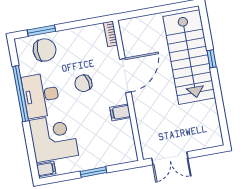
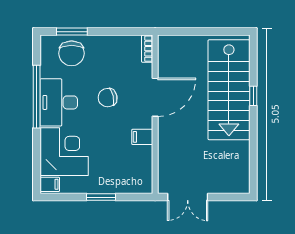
chair: (45, 50) -> (72, 53), turned 90

